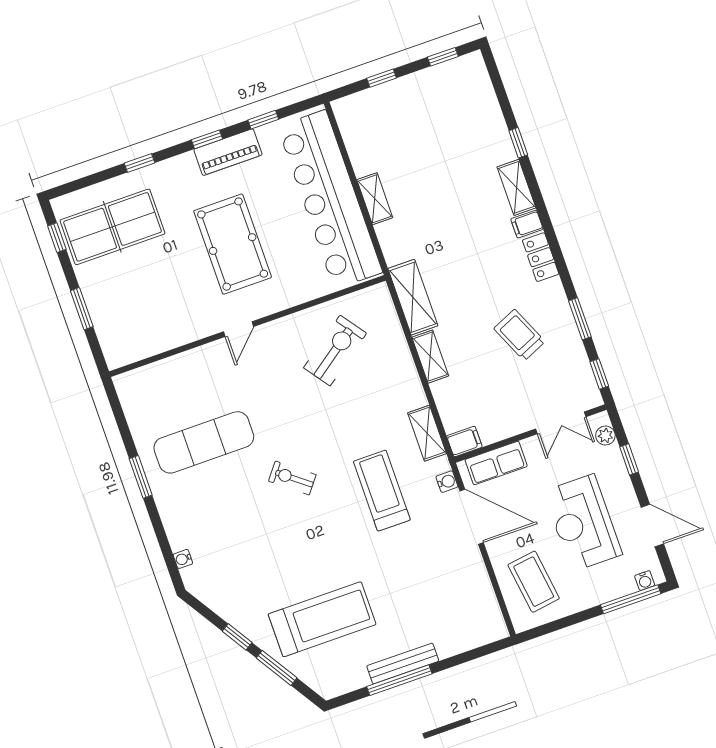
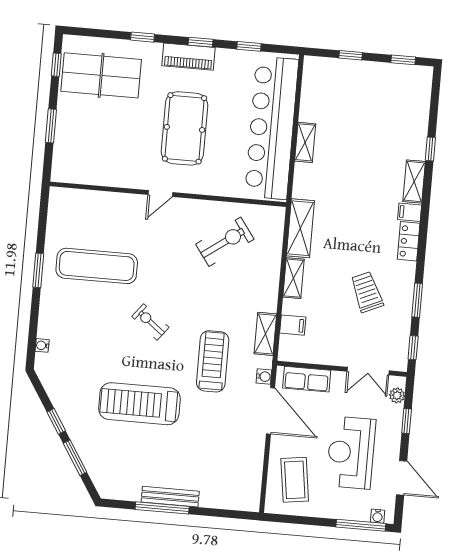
piano: (228, 152) -> (189, 57), moved
filing cabinet: (464, 441) -> (293, 325), moved
treadmill: (322, 619) -> (139, 404), moved, turned 180

